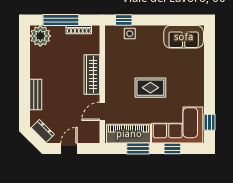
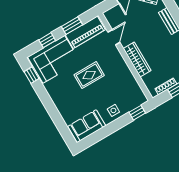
side table: (130, 34) -> (113, 110), moved

